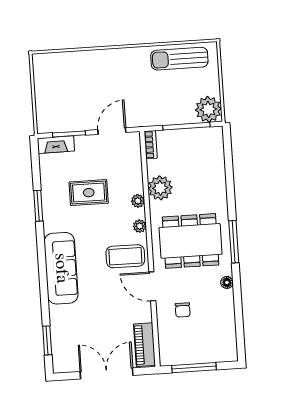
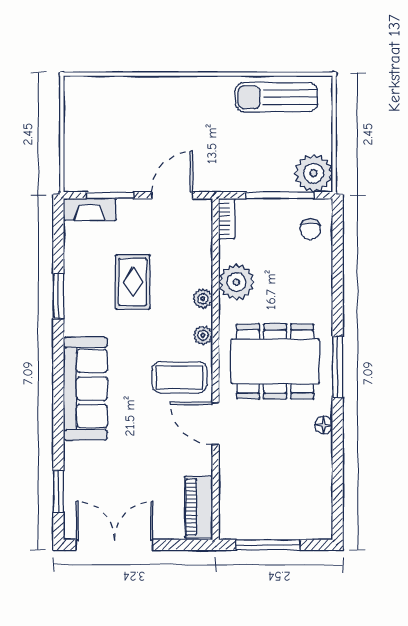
rug: (89, 193) -> (133, 282), turned 90
chair: (183, 310) -> (310, 229), moved
double door: (107, 373) -> (114, 545), moved

